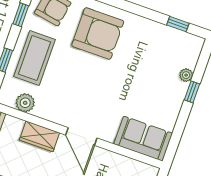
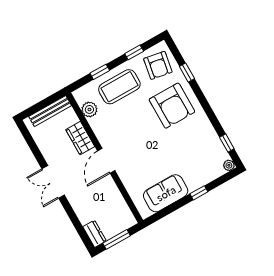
plant: (186, 75) -> (229, 165), moved
sofa: (143, 139) -> (166, 193), moved, turned -90

